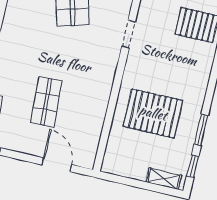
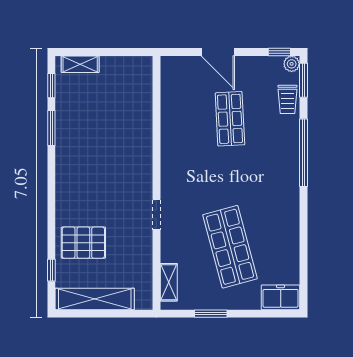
pallet: (153, 113) -> (109, 134), removed
door: (57, 165) -> (218, 52), moved

